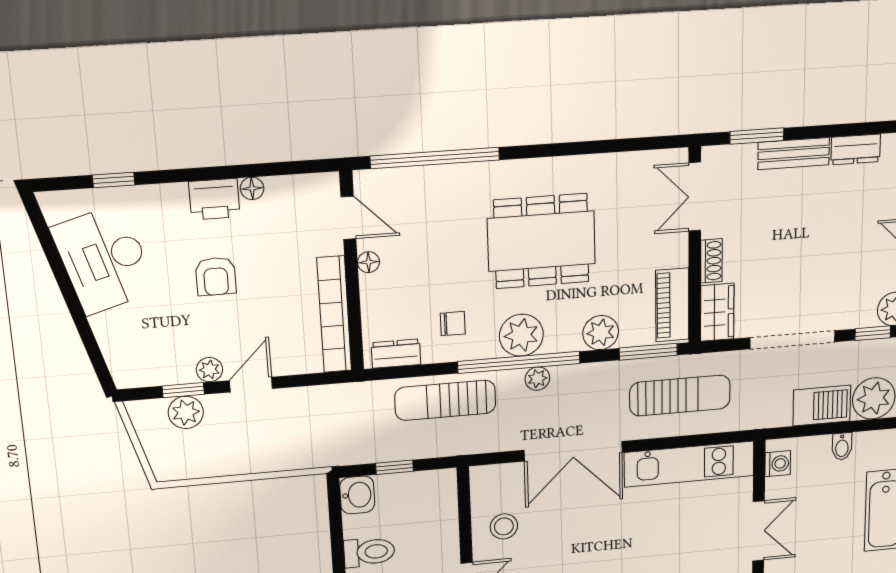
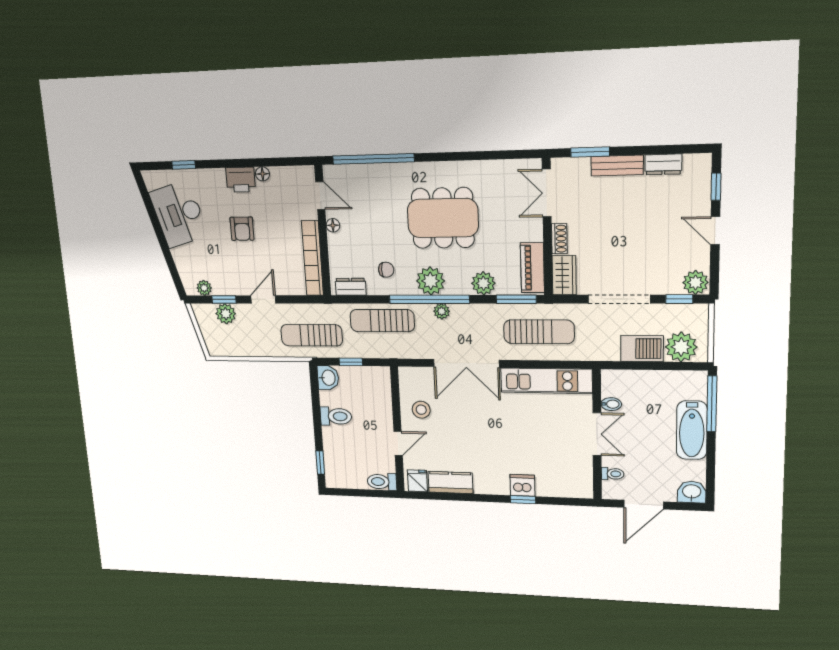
plant: (209, 370) -> (204, 288), moved
sun lounger: (331, 433) -> (312, 335), added
bidet: (842, 446) -> (611, 404), moved, turned -90
washing machine: (778, 464) -> (610, 387), removed

